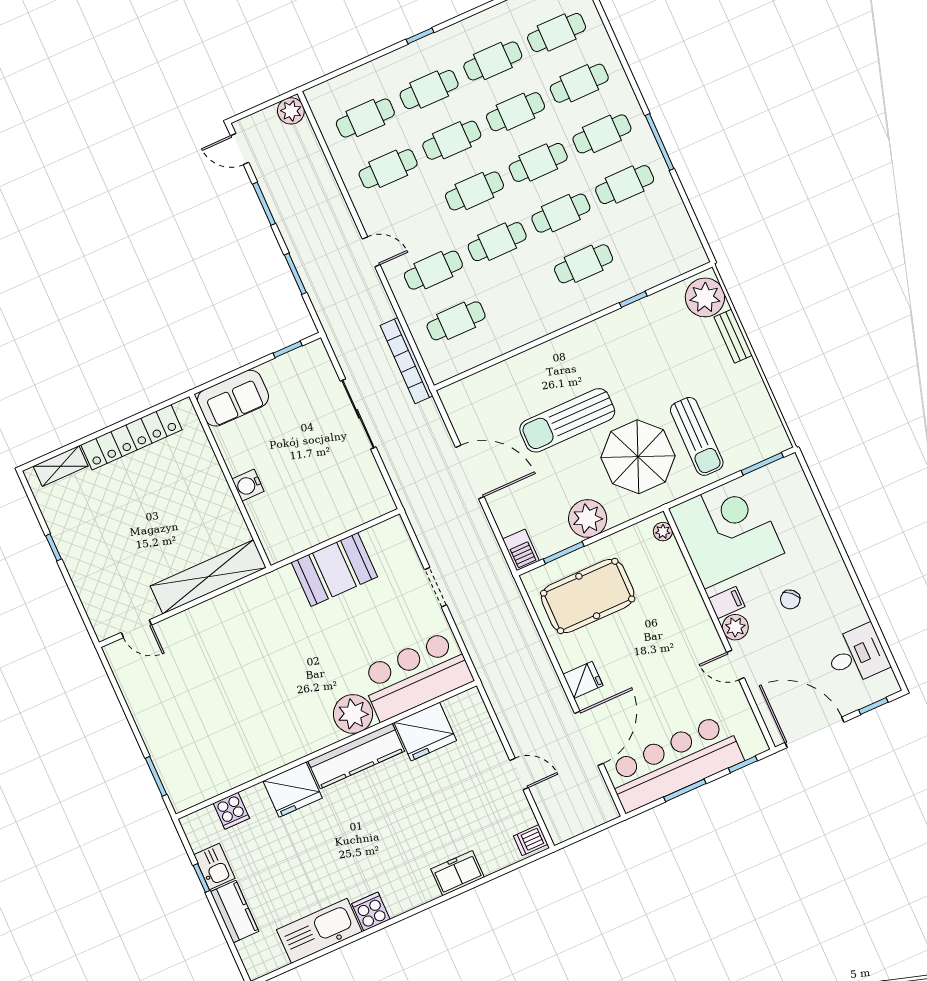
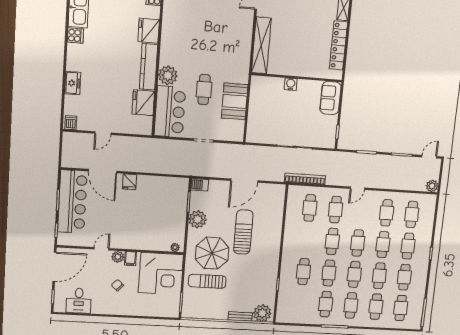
pool table: (588, 596) -> (165, 202), removed
cafe table: (343, 636) -> (204, 89), added

